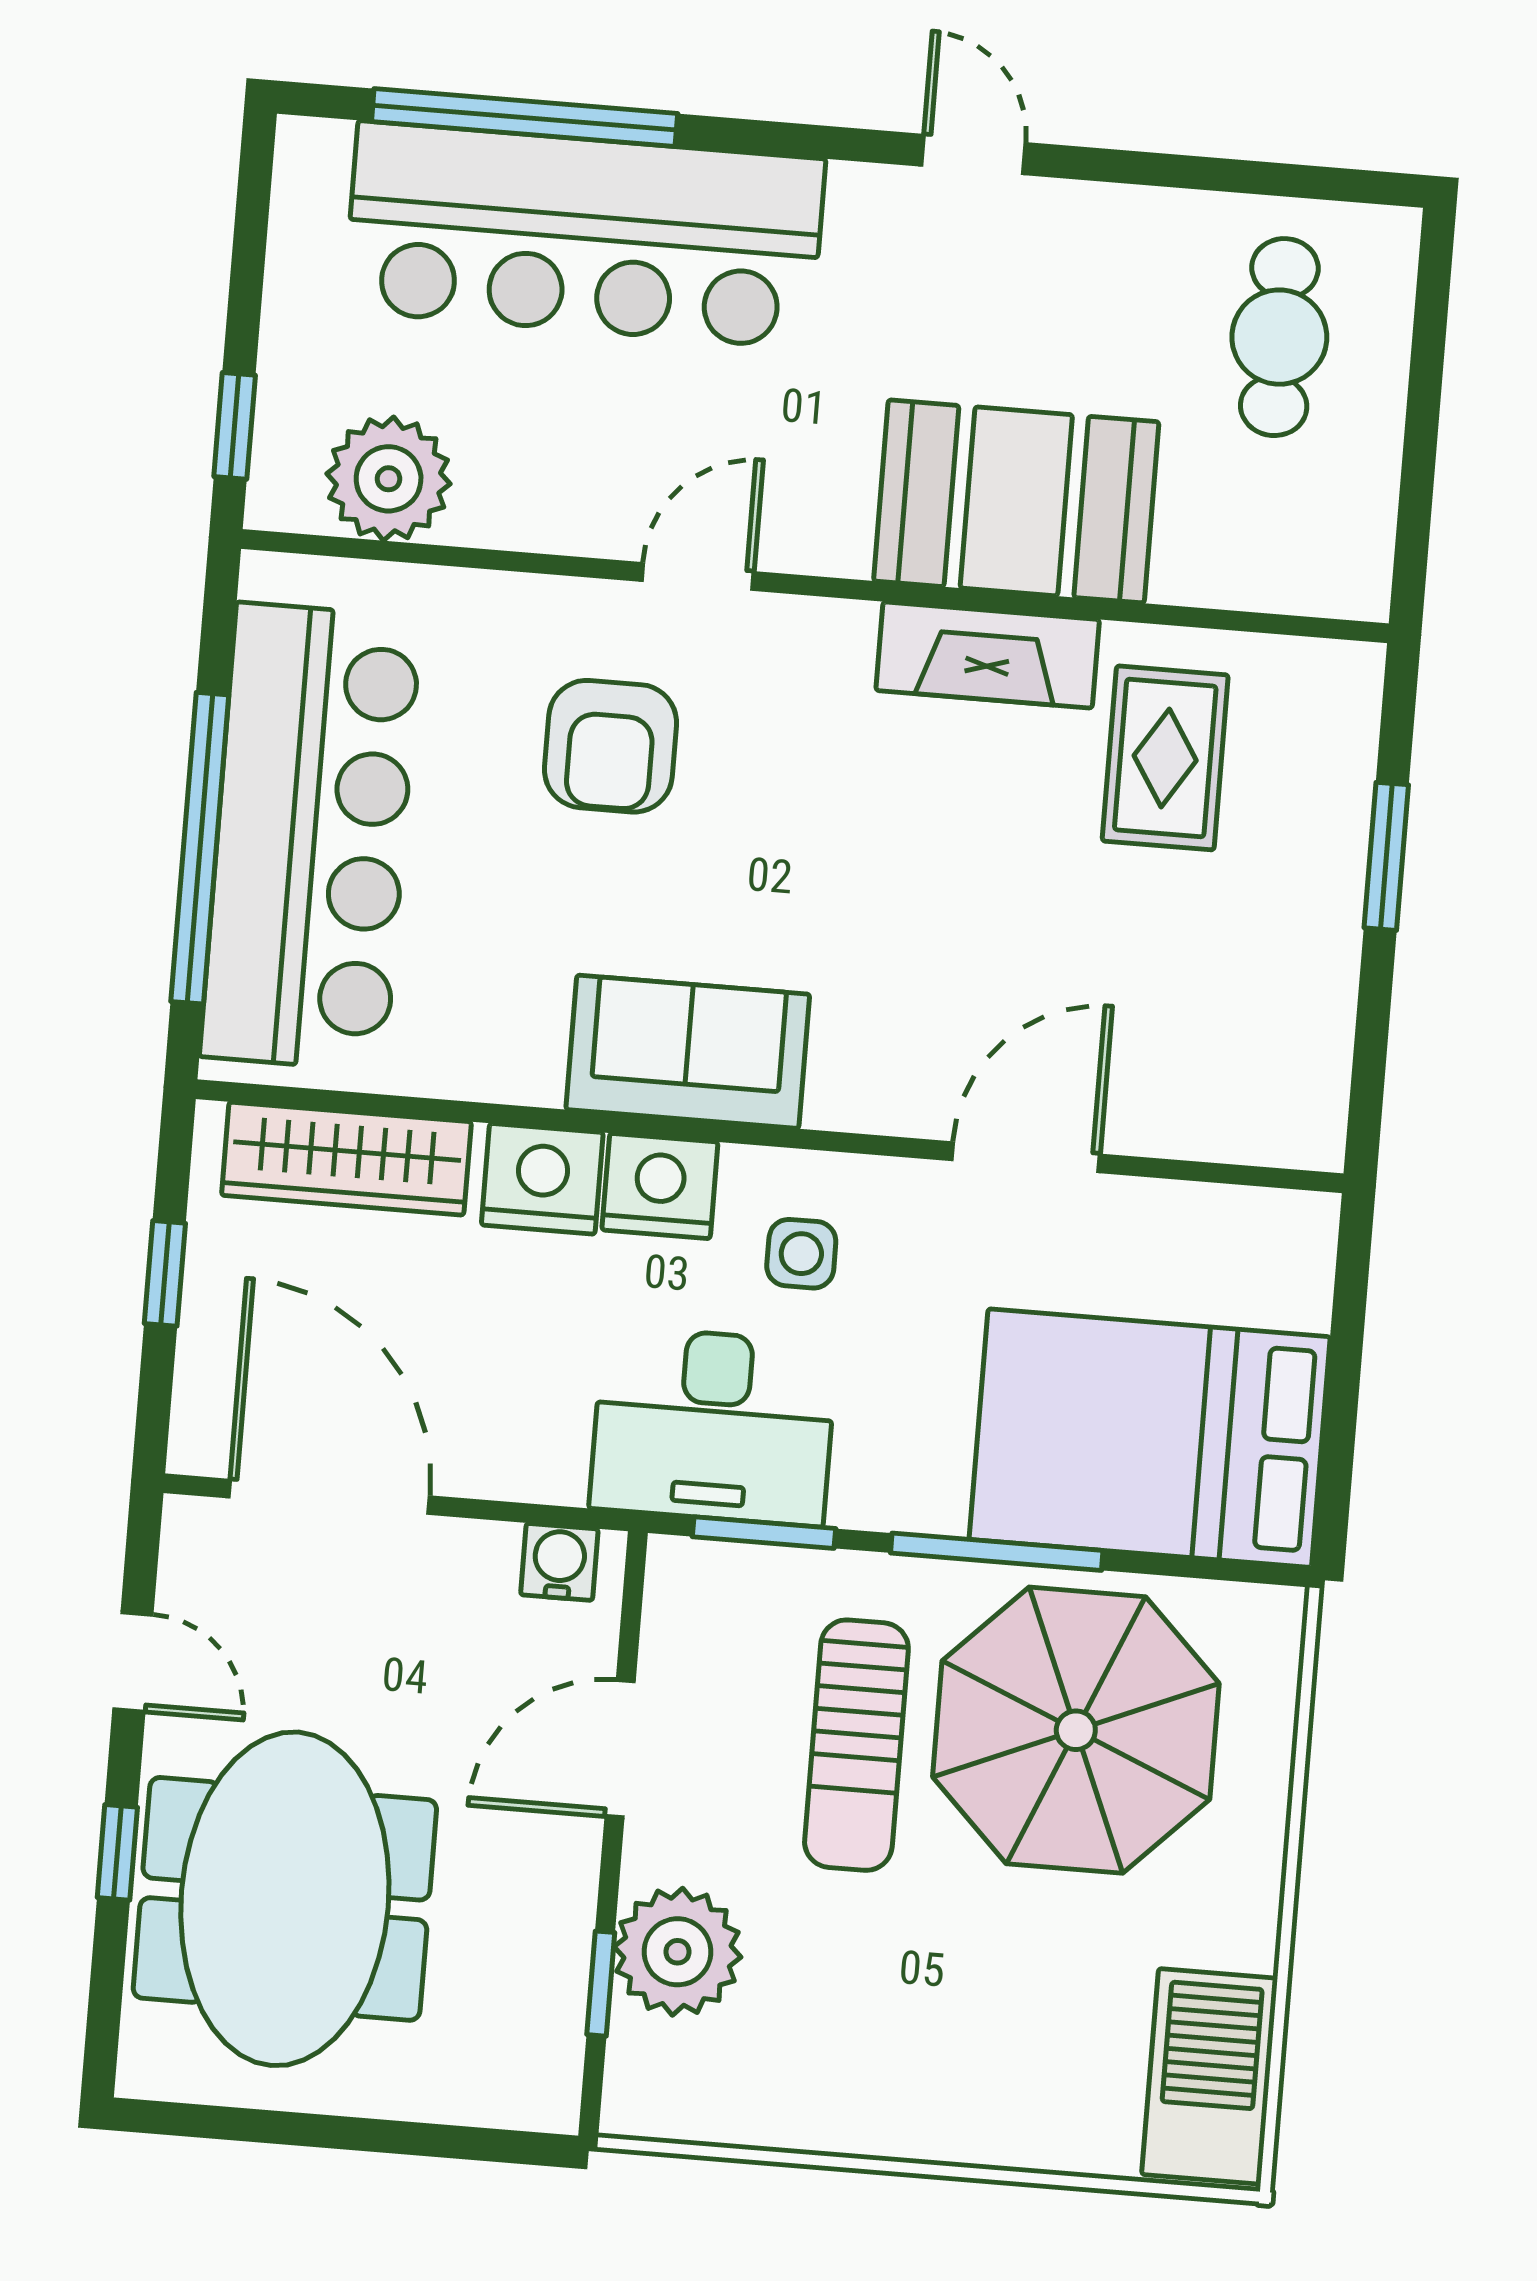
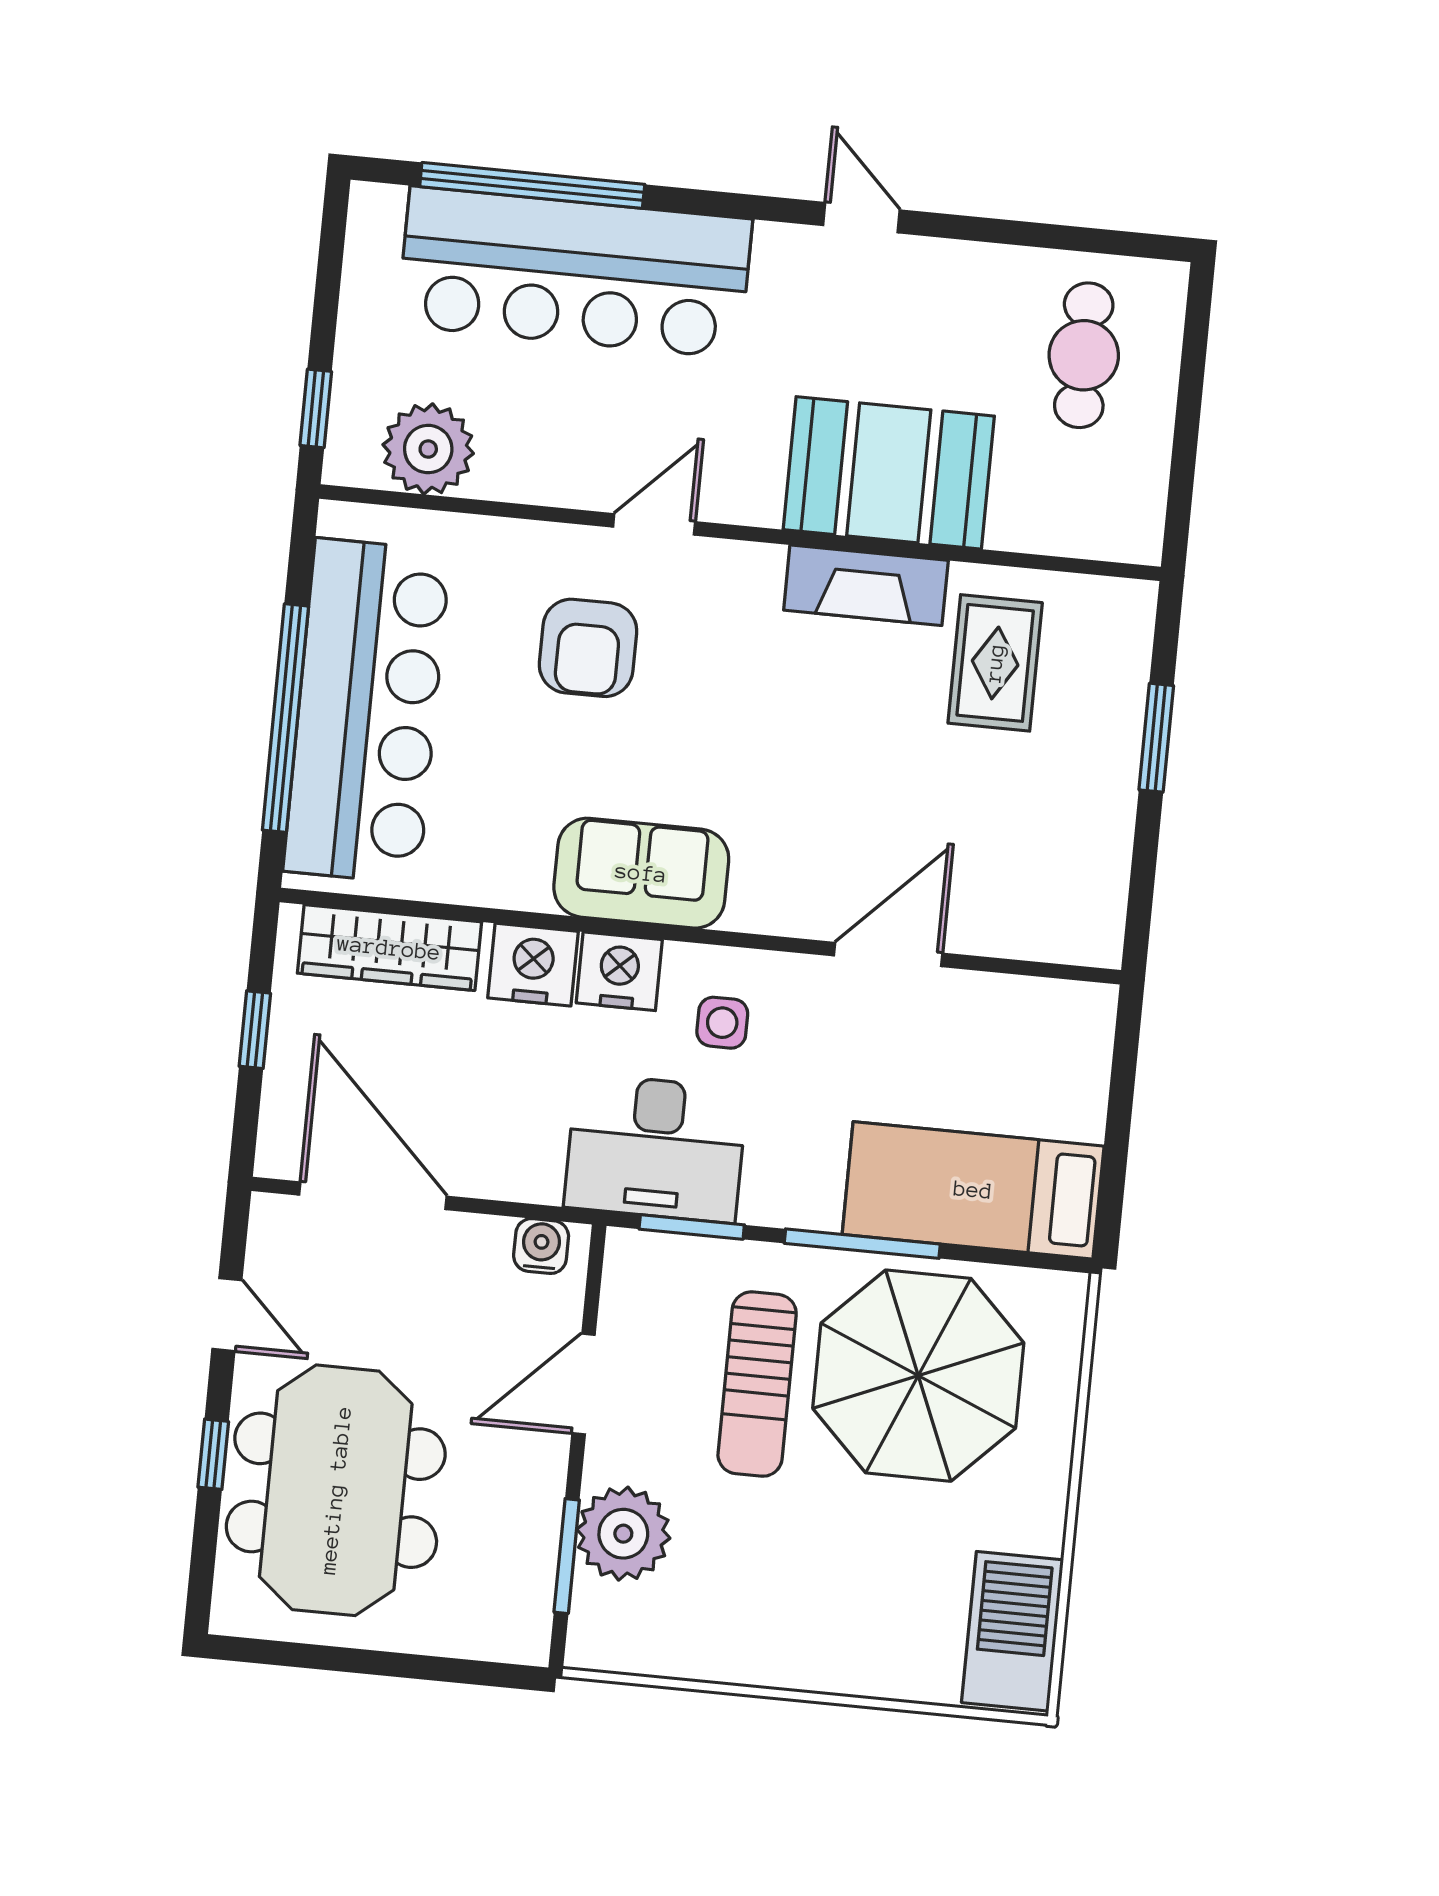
bed: (1150, 1438) -> (973, 1190), width x0.67
window: (601, 1984) -> (567, 1556), width x1.50

